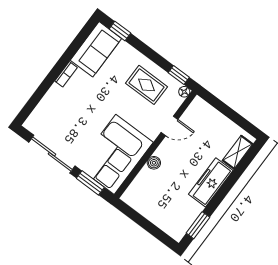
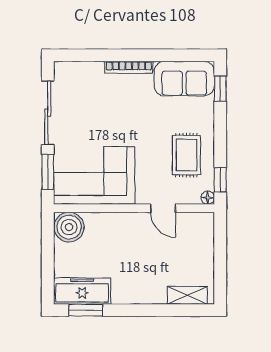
bookcase: (66, 74) -> (129, 67), width x1.56
boiler: (154, 163) -> (69, 227), moved, width x1.86, depth x1.86
freezer: (211, 182) -> (82, 291), moved

